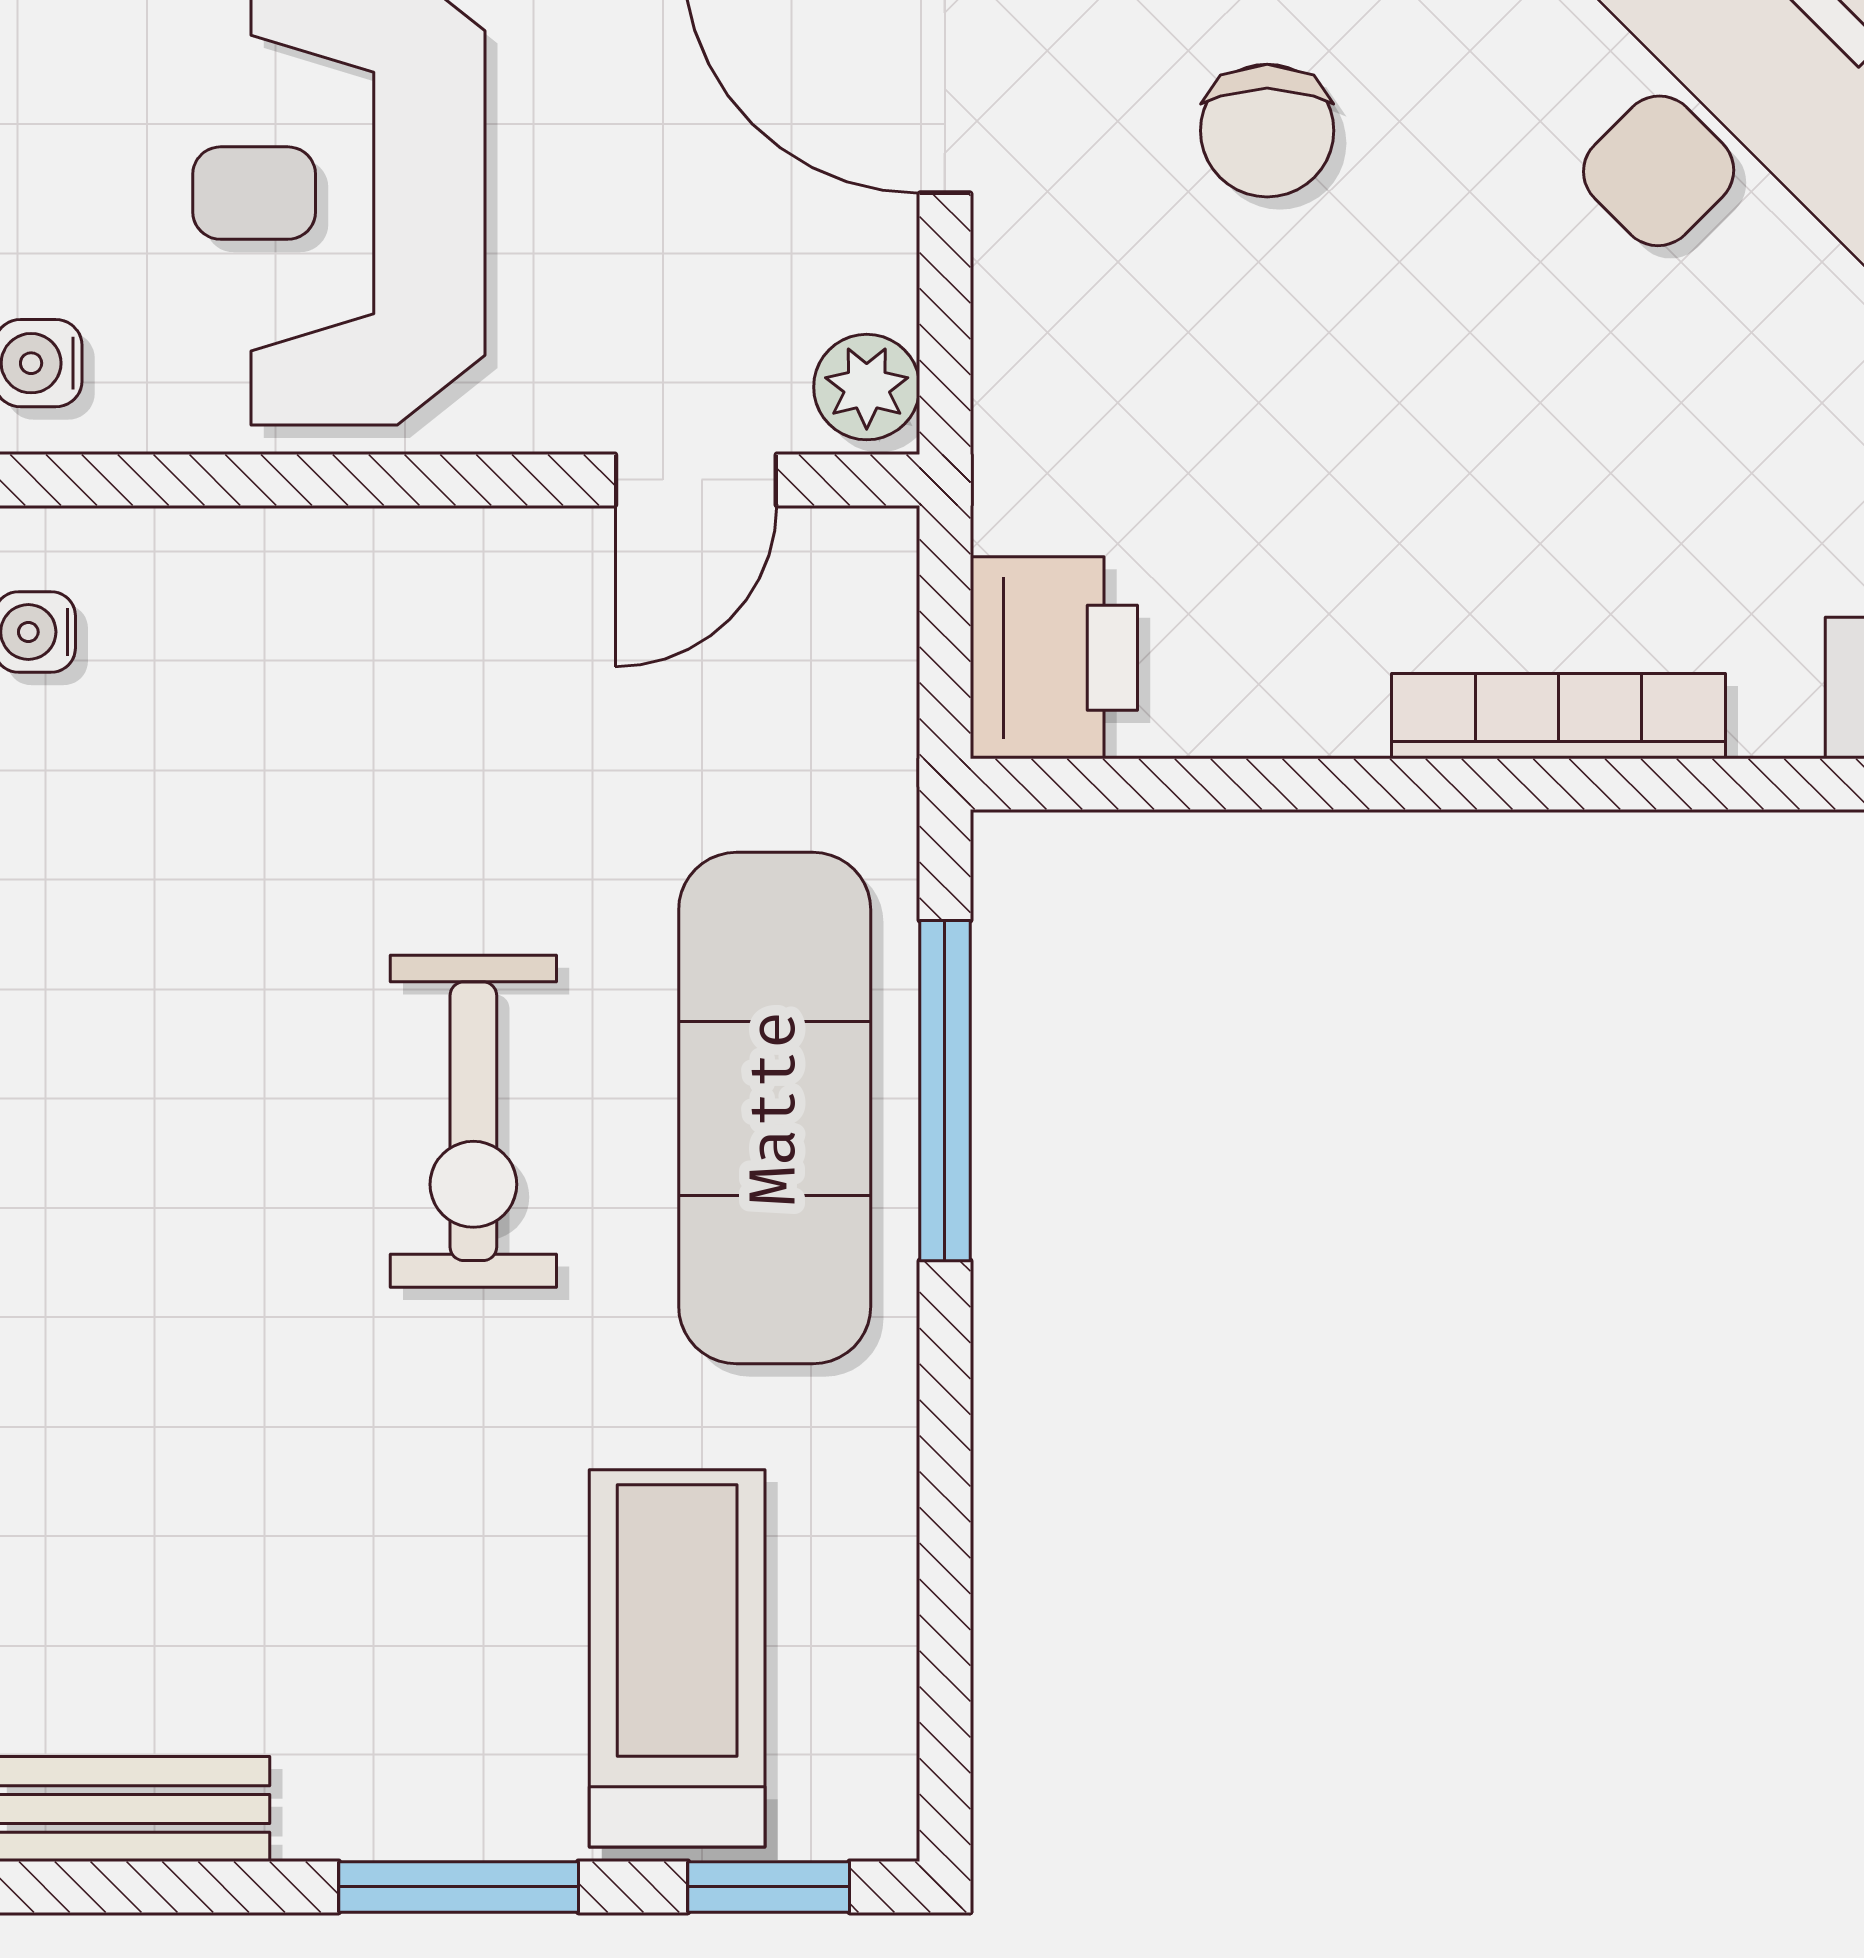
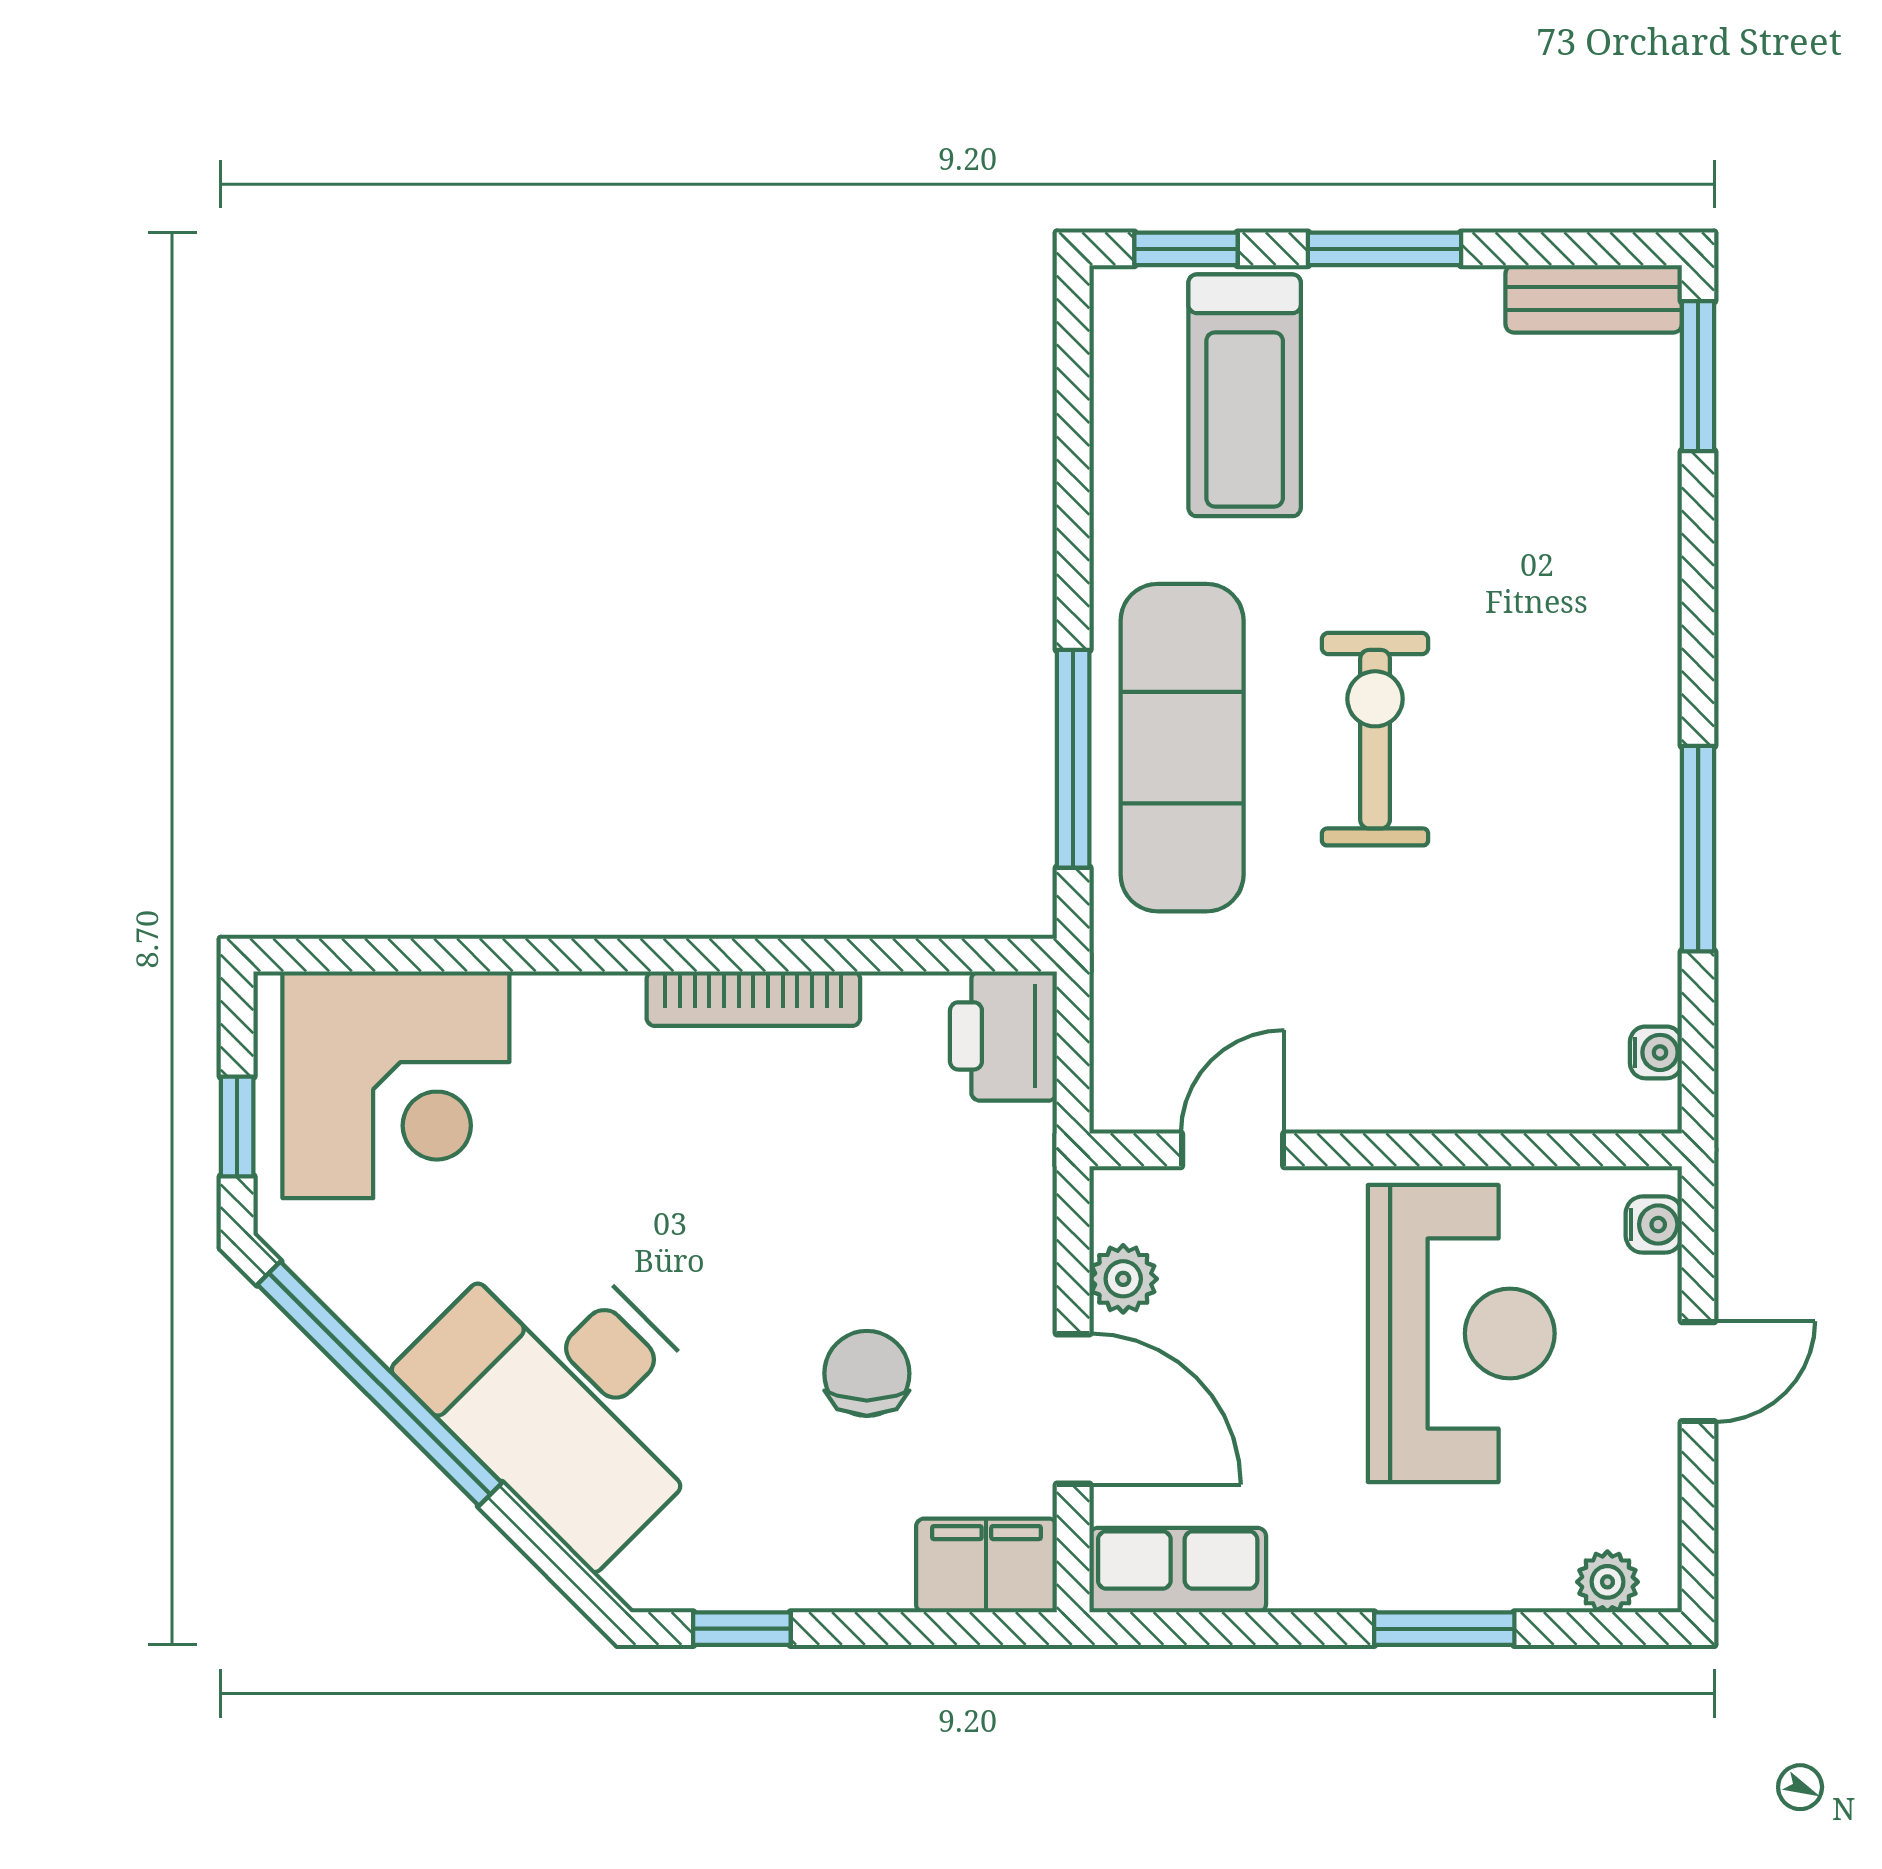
plant: (867, 387) -> (1123, 1279), moved
bookcase: (1558, 716) -> (753, 999), moved

